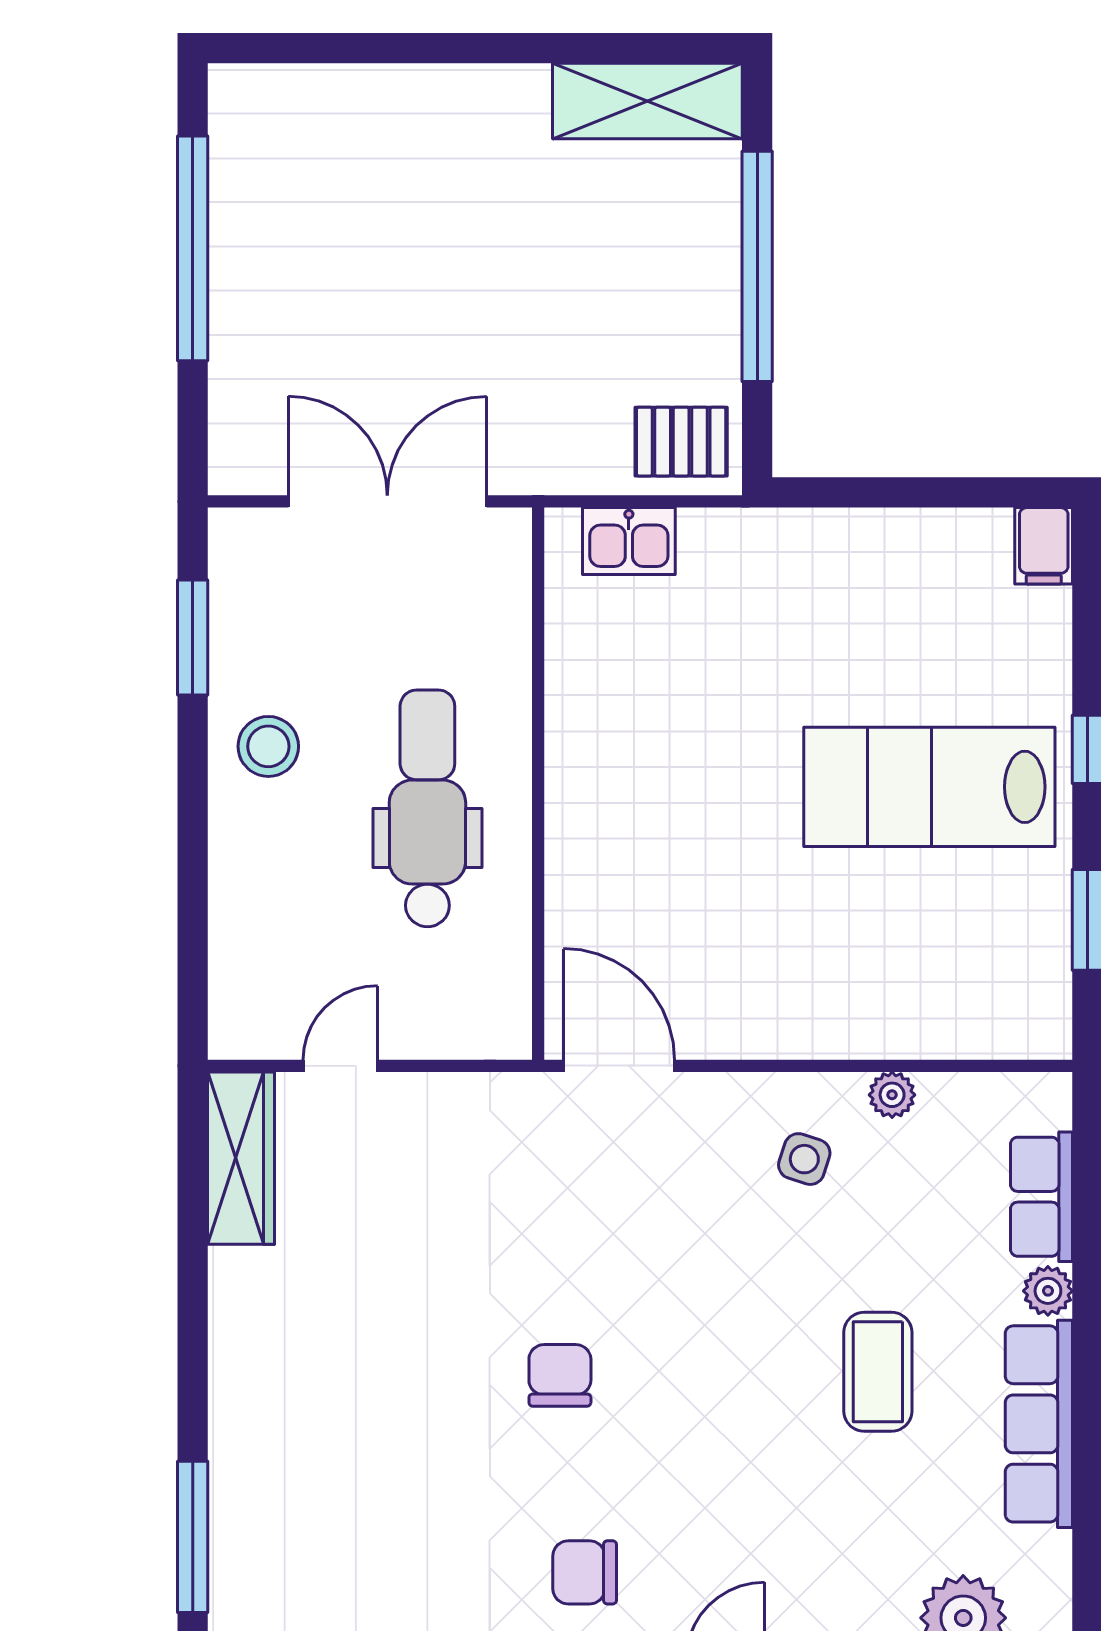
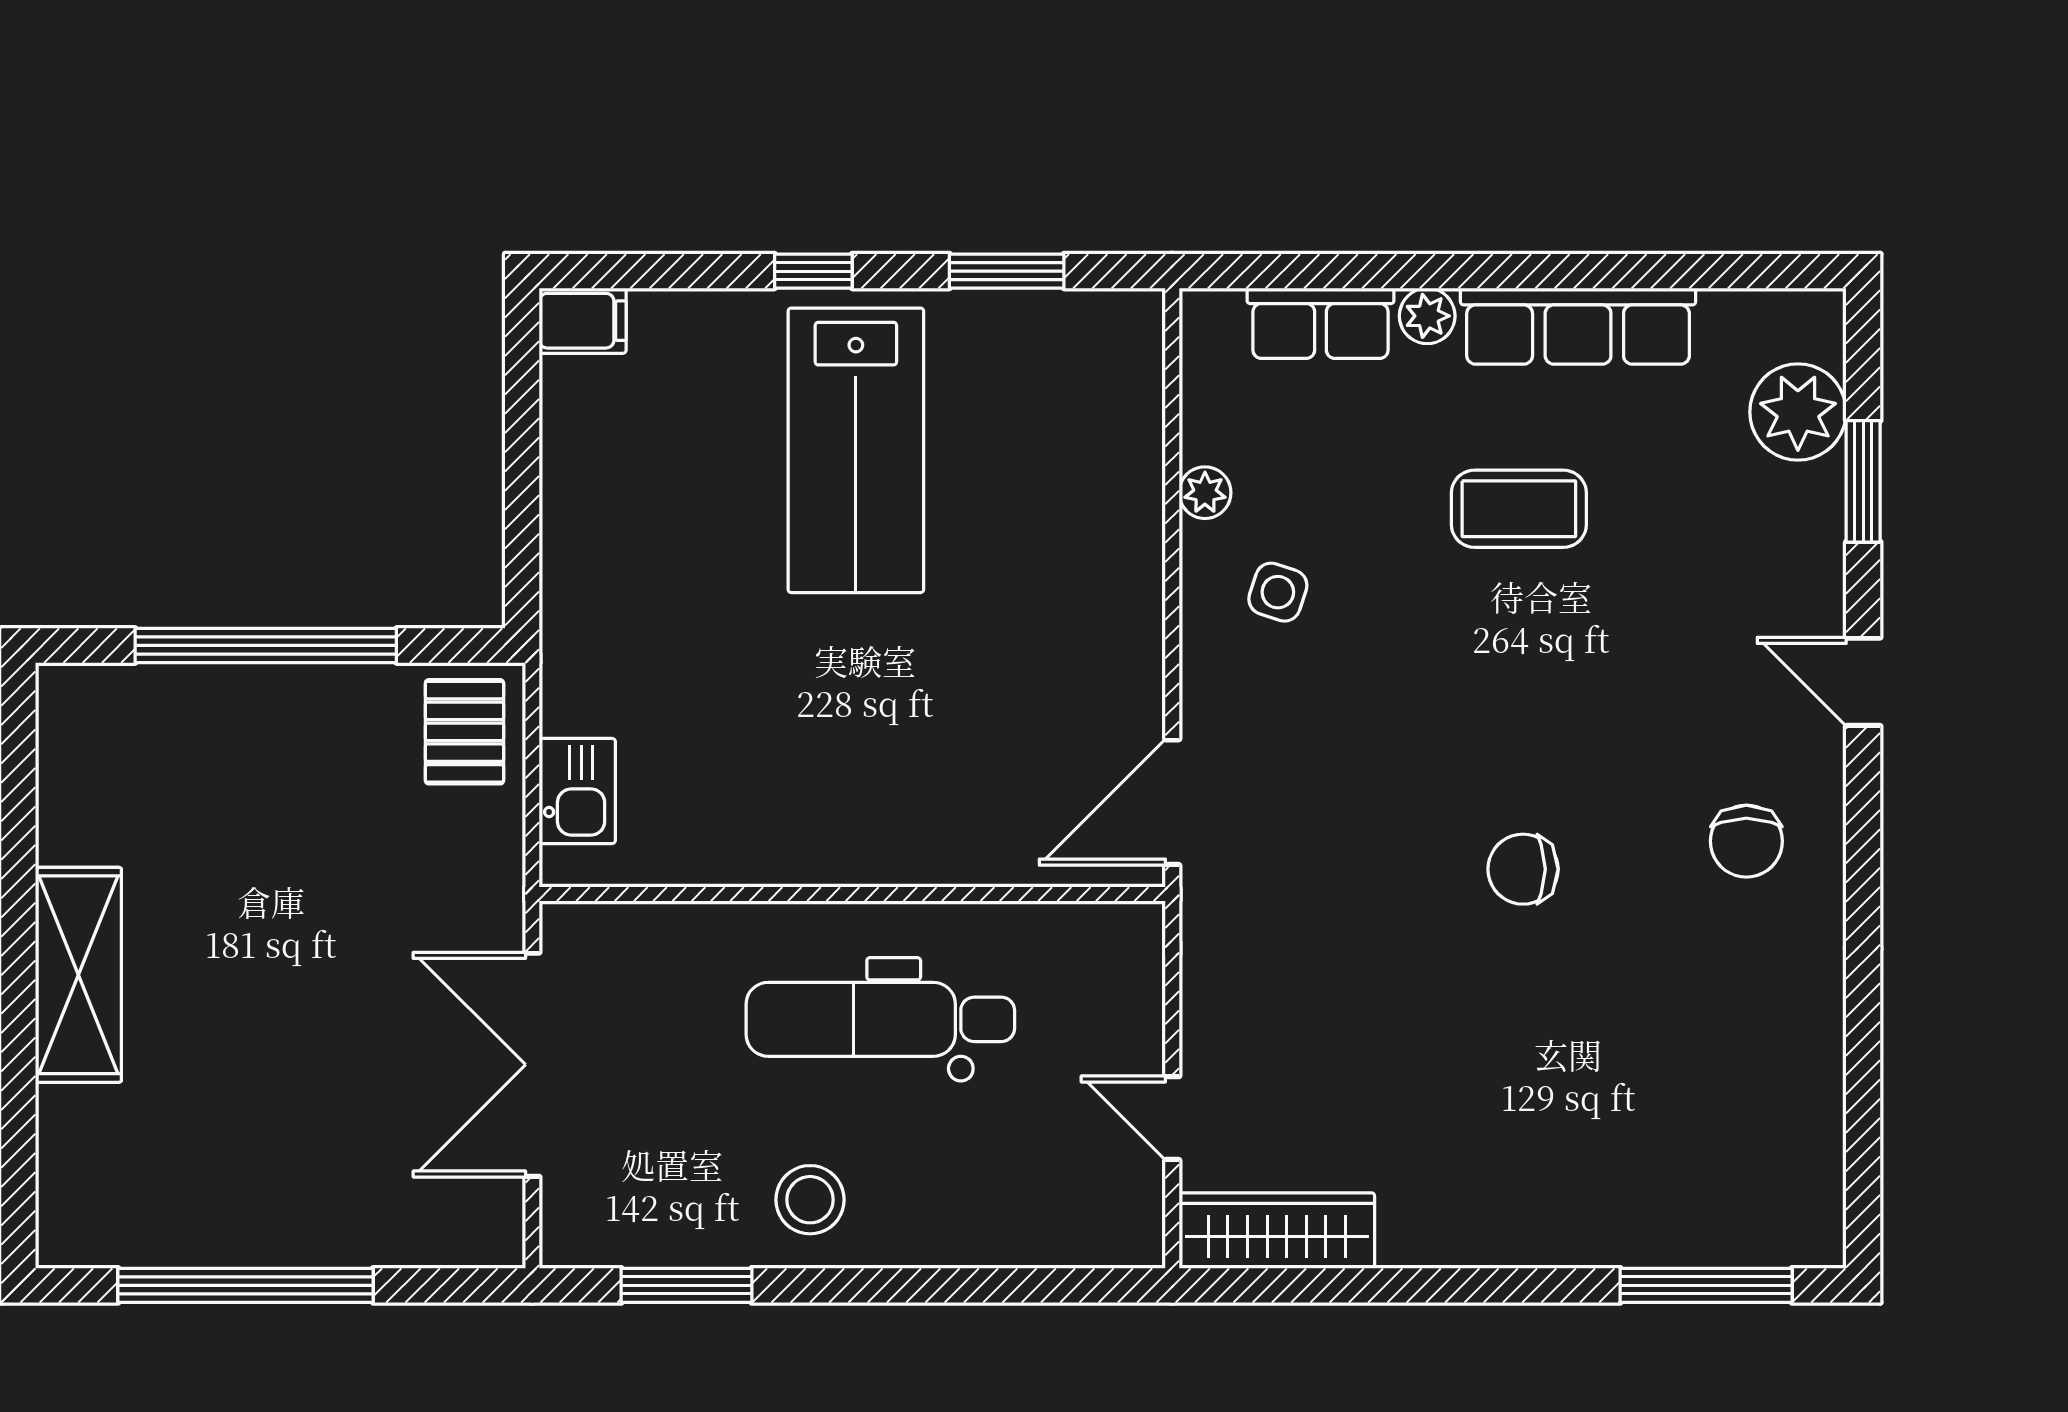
shelving: (647, 101) -> (78, 975), moved

